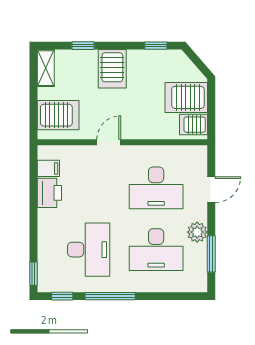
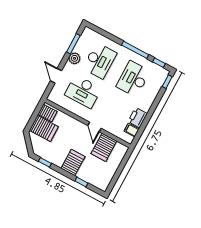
shelving: (46, 68) -> (106, 181), removed
server rack: (58, 115) -> (104, 147), moved, turned -90
door: (109, 142) -> (94, 127), hinge flipped
desk: (156, 188) -> (83, 91), turned 180
door: (211, 190) -> (56, 76), hinge flipped
desk: (156, 250) -> (100, 61), turned 90

